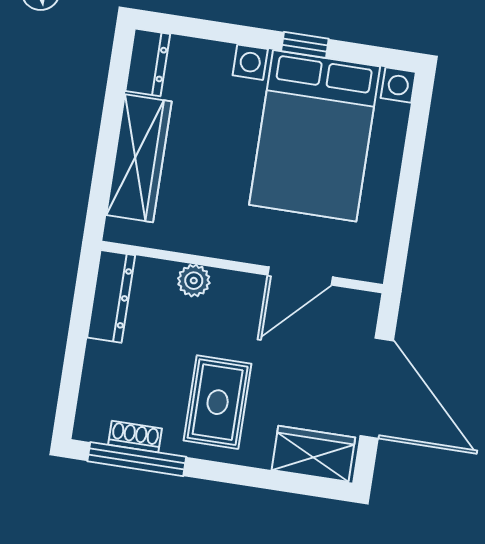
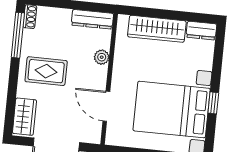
shoe rack: (135, 437) -> (30, 17), moved

